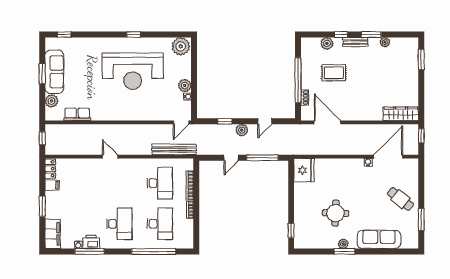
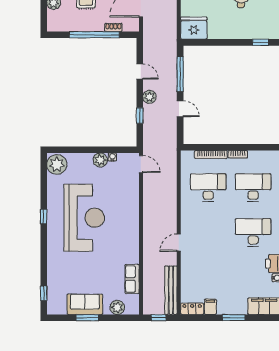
sofa: (54, 72) -> (85, 304), width x0.73
bench: (174, 149) -> (171, 290), moved

